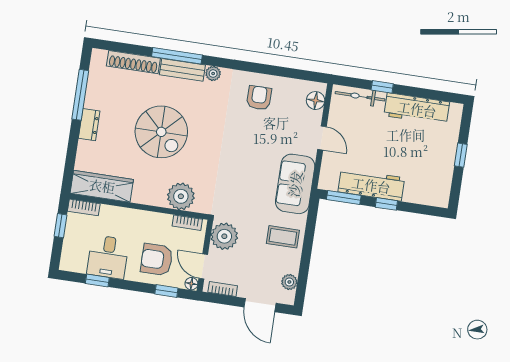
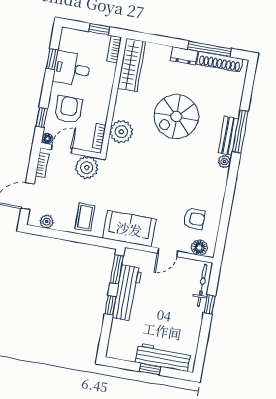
shoe rack: (133, 62) -> (220, 62), moved, turned -90
armchair: (259, 98) -> (194, 219), moved
workbench: (417, 109) -> (163, 357), moved, turned 90

